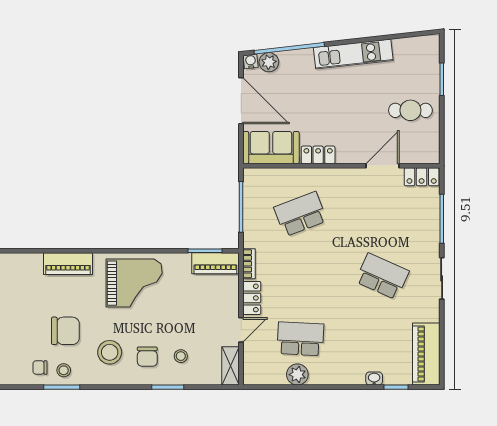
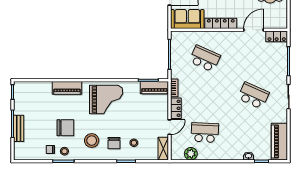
locker: (318, 155) -> (221, 23), width x1.53
school desk: (300, 214) -> (205, 59), turned 45
plant: (297, 375) -> (191, 154), moved

